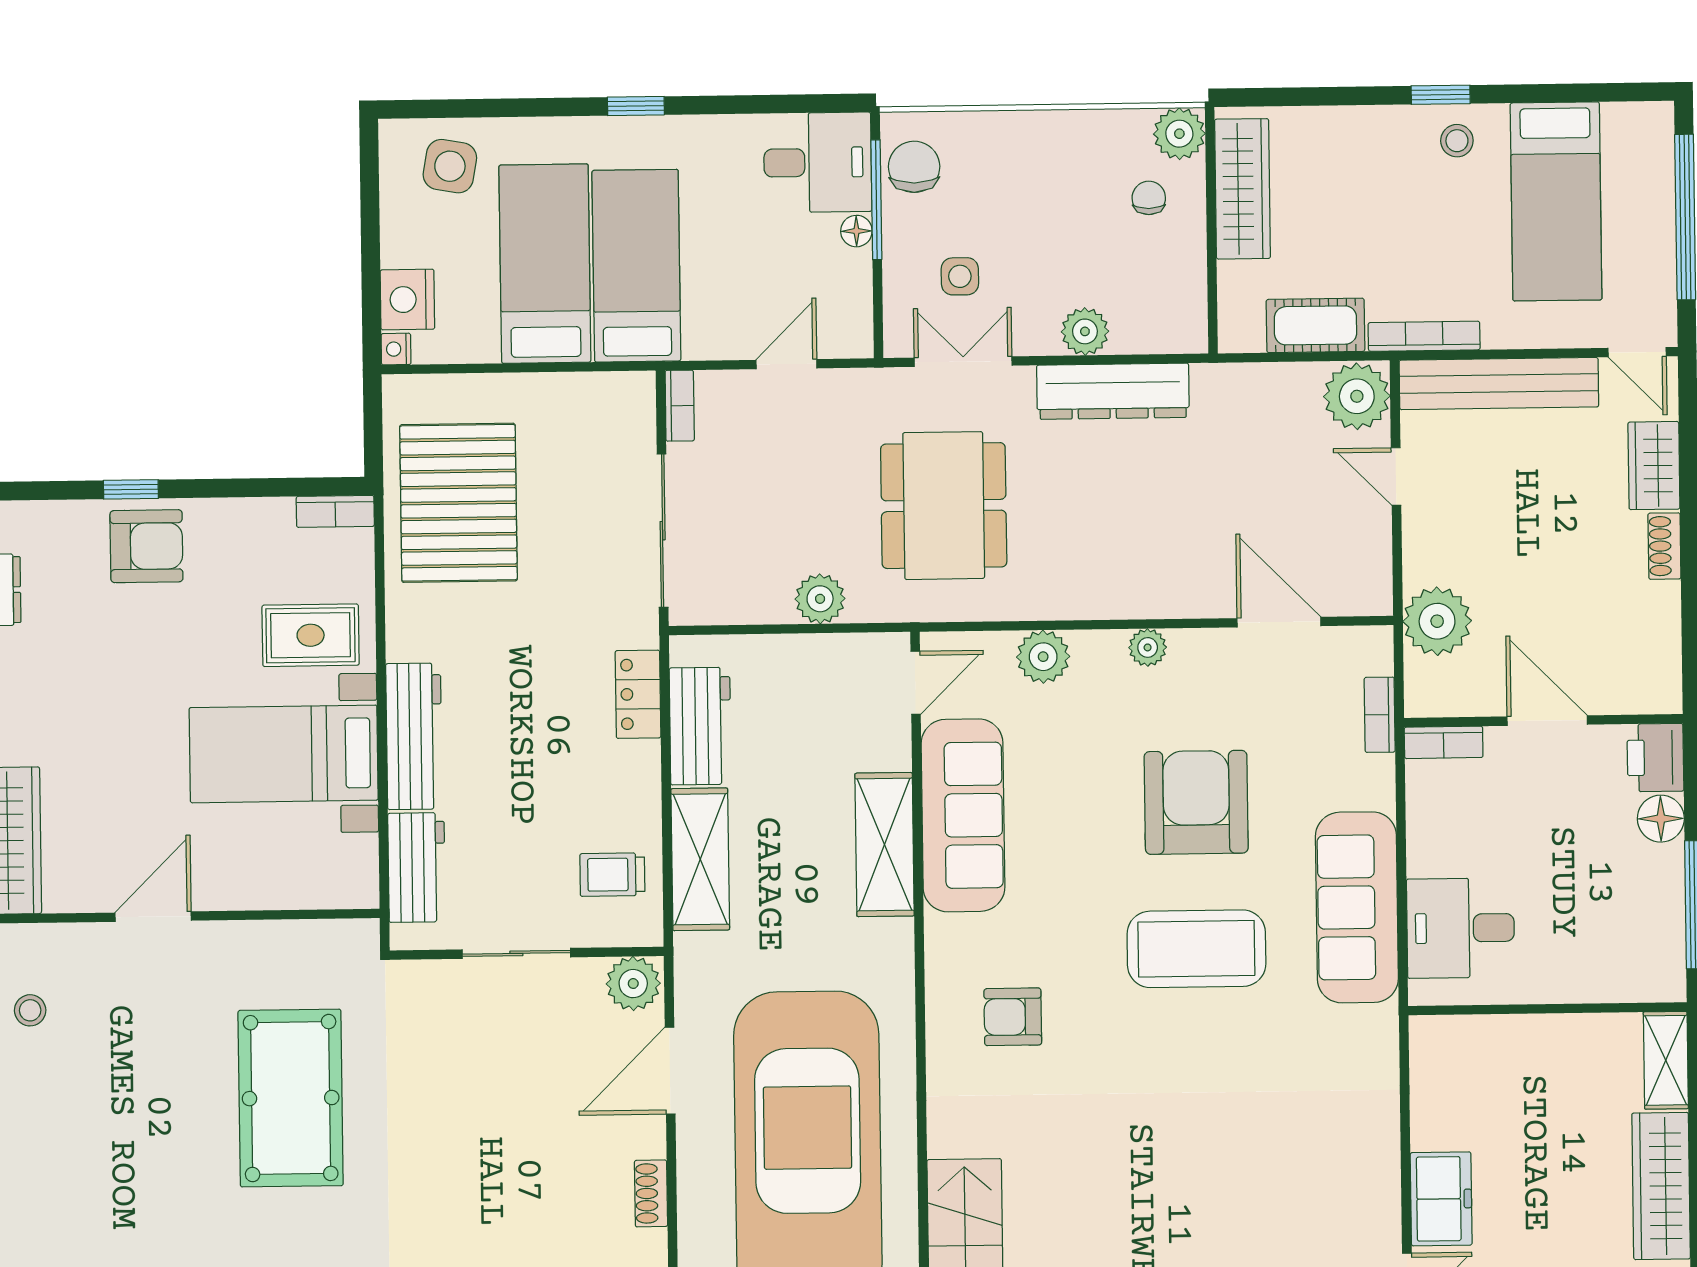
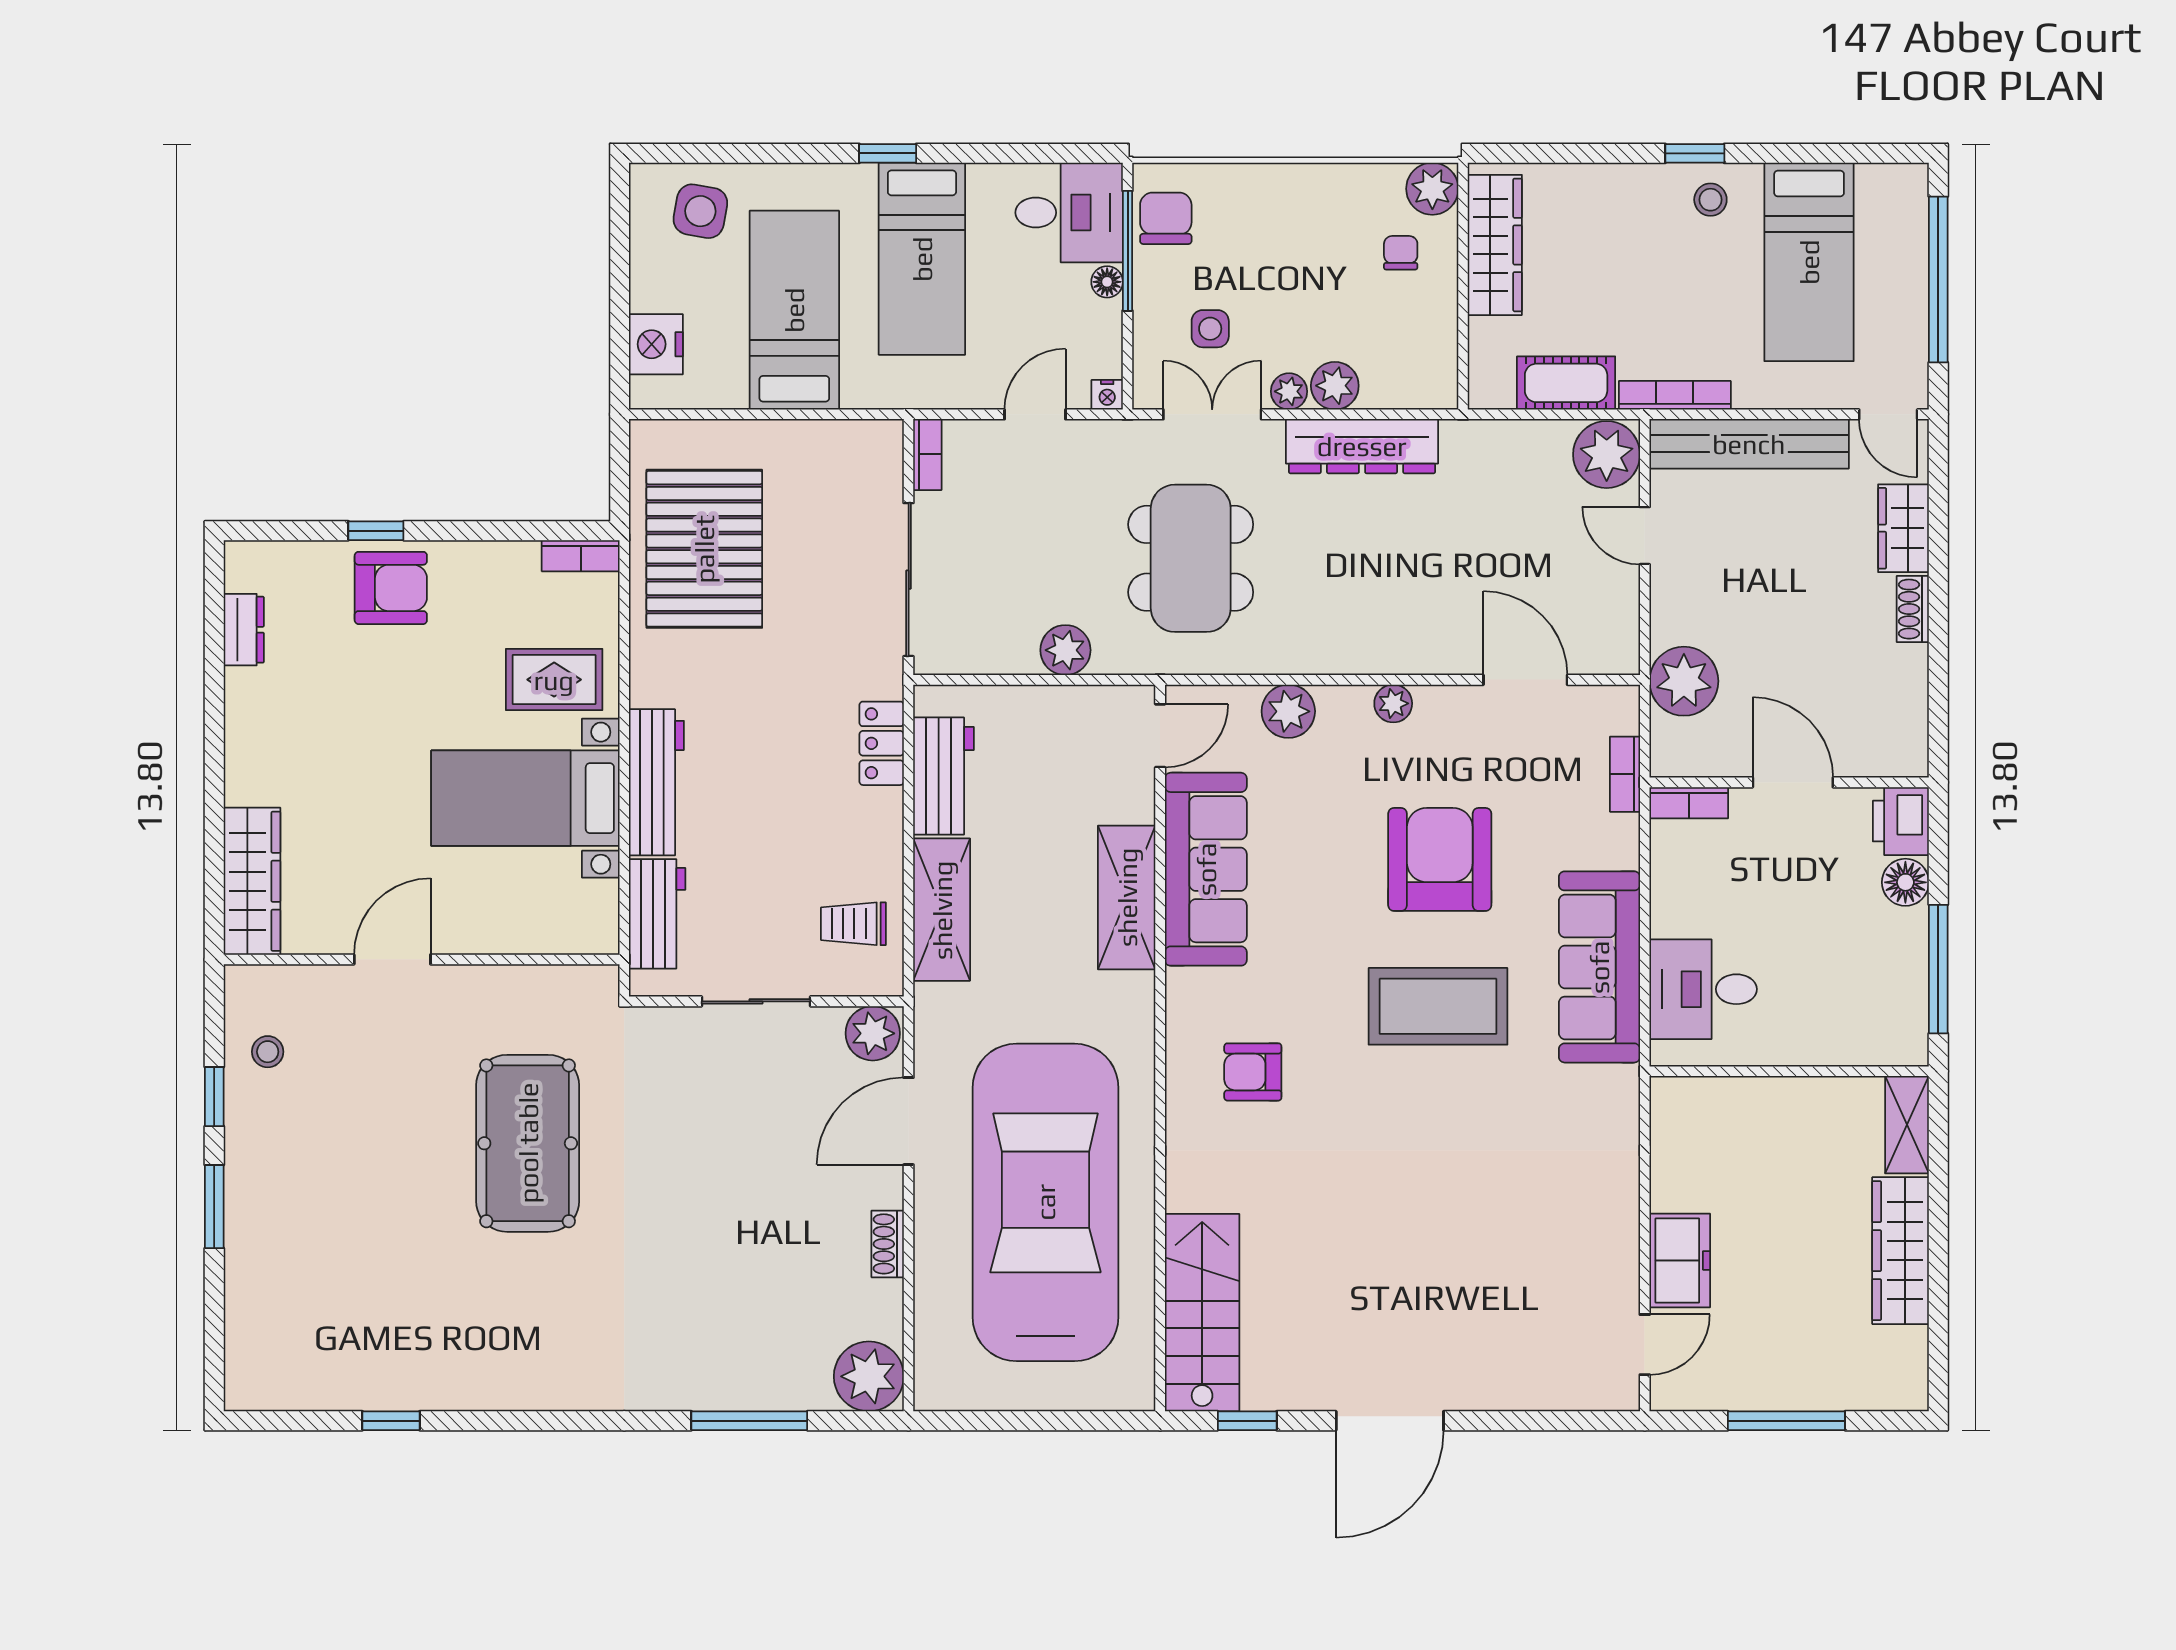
bed: (636, 266) -> (922, 259), moved, turned 180
plant: (1039, 338) -> (1289, 391), added
nightstand: (396, 349) -> (1107, 395), moved, turned -90

